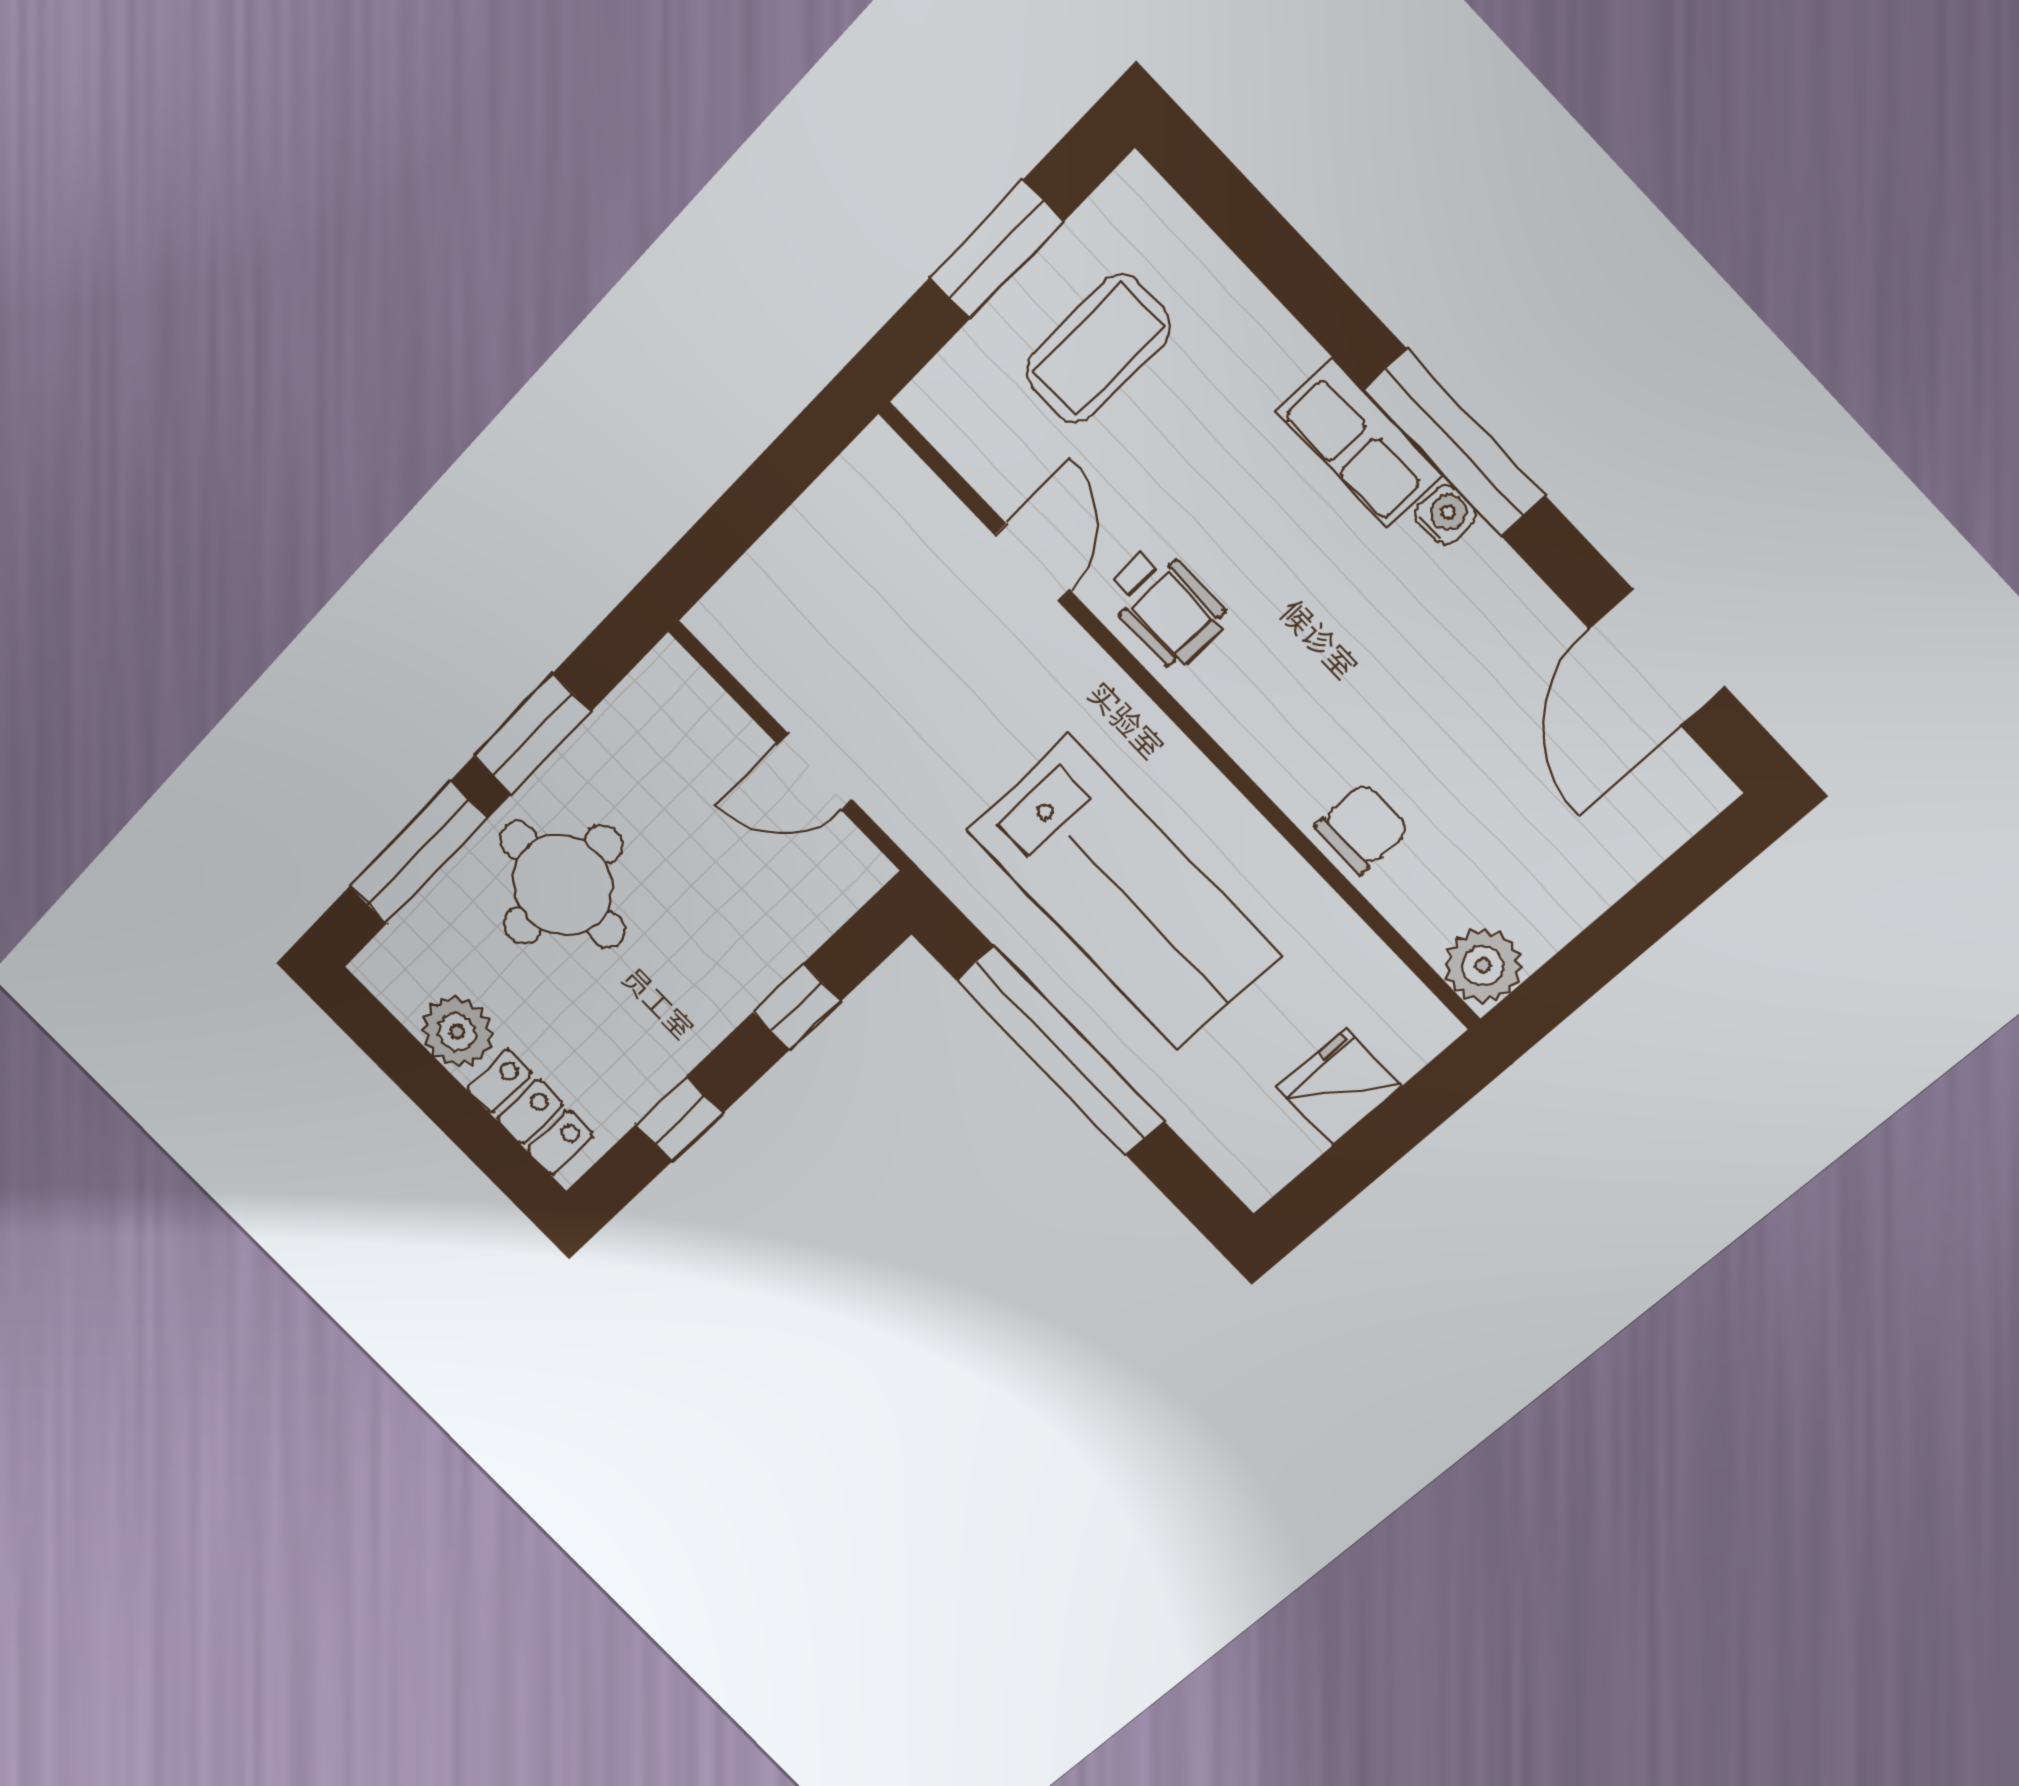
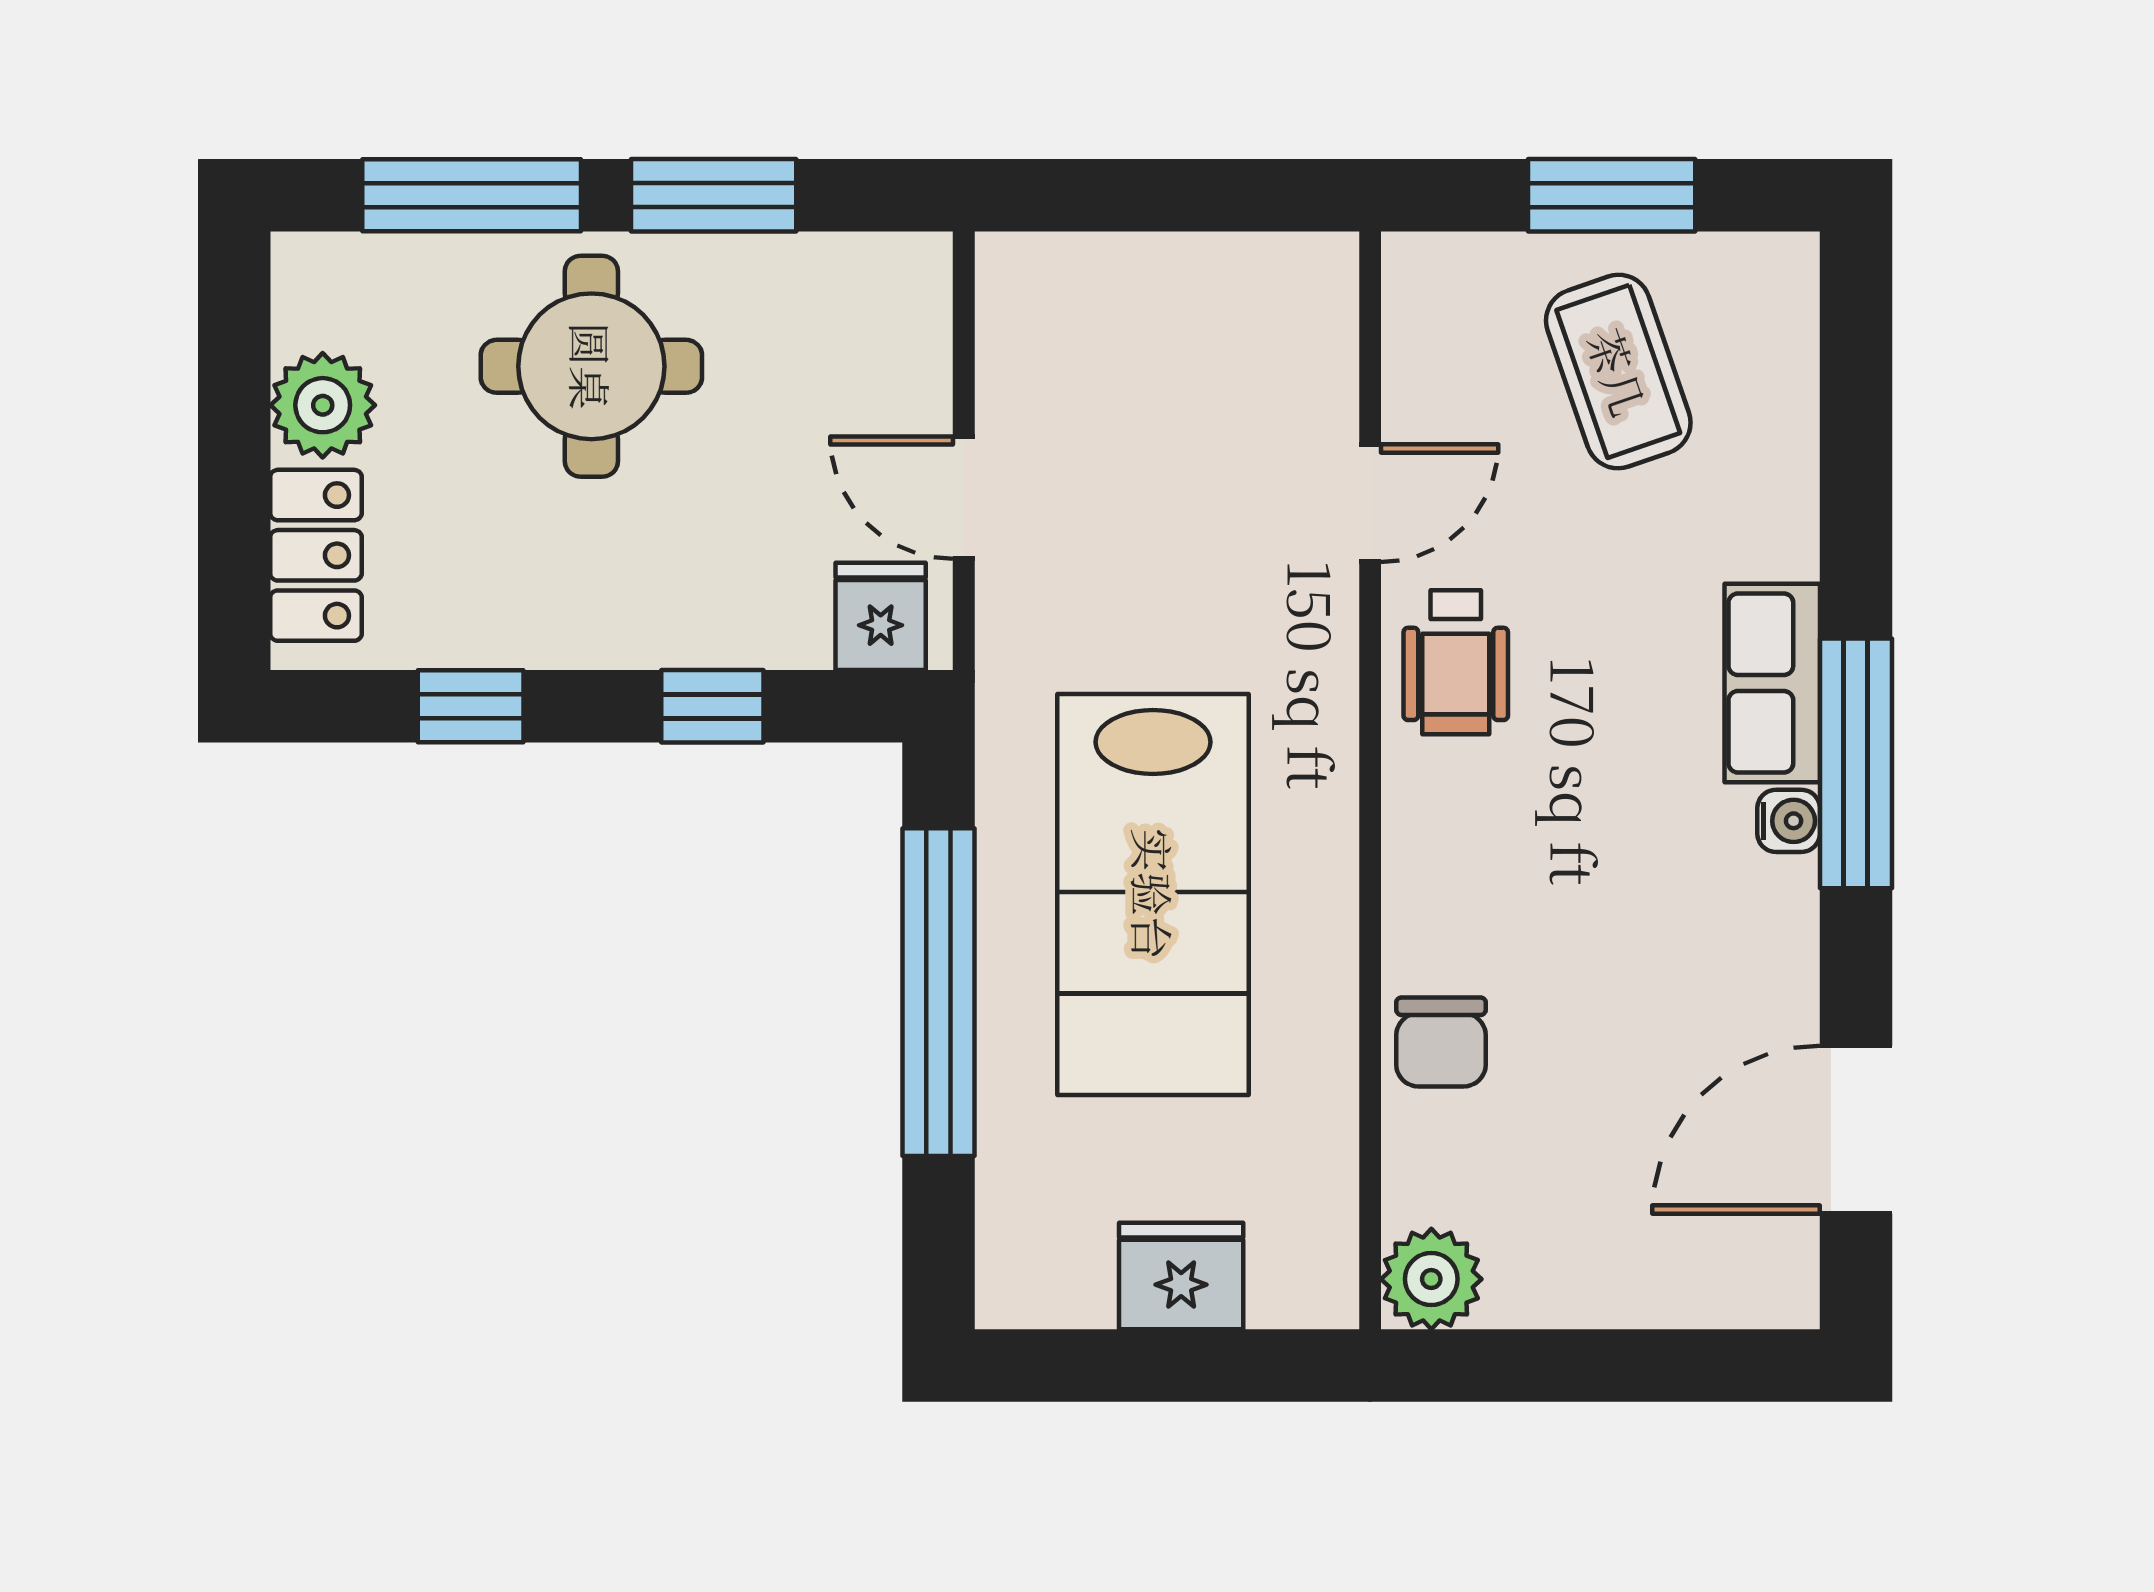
coffee table: (1098, 349) -> (1618, 372), turned 71
chair: (1362, 828) -> (1441, 1042), turned 90
fridge: (835, 877) -> (881, 616), added

